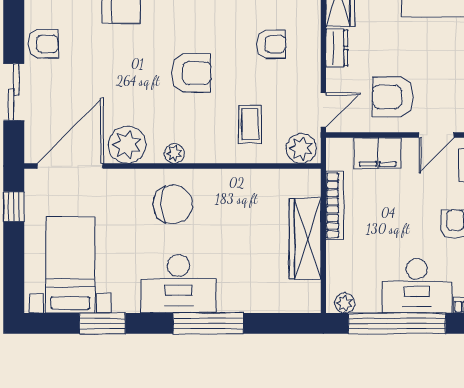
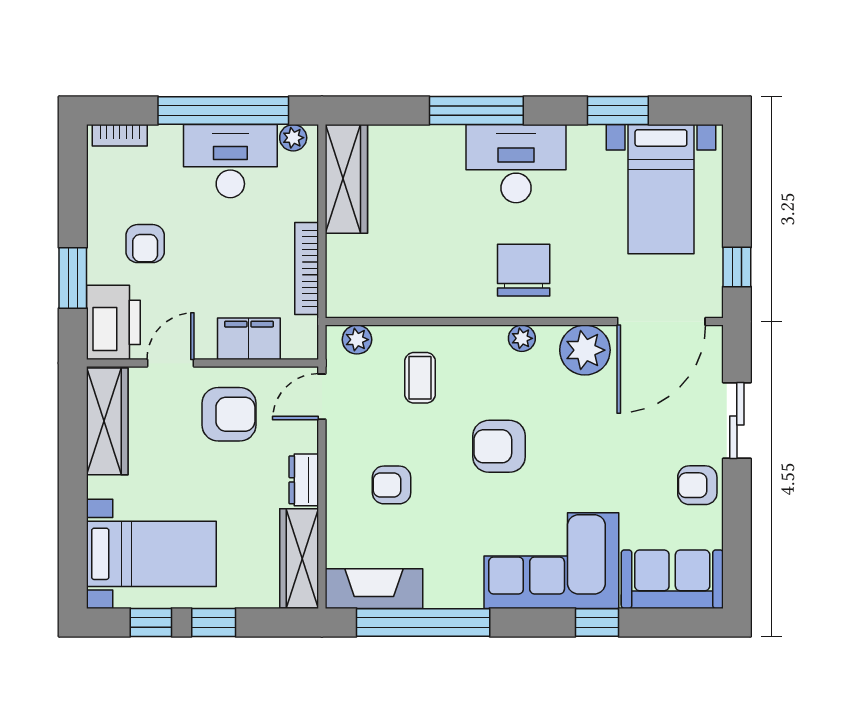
plant: (301, 148) -> (357, 340), width x0.73, depth x0.73
chair: (173, 204) -> (524, 270), turned 90
wardrobe: (305, 239) -> (346, 179), moved
desk: (417, 286) -> (230, 161), moved

